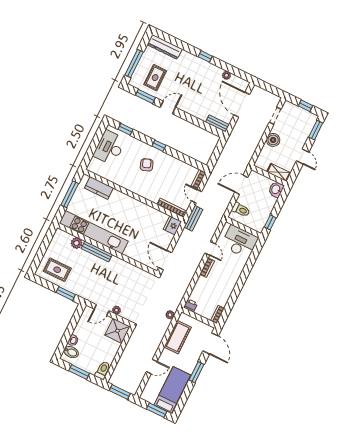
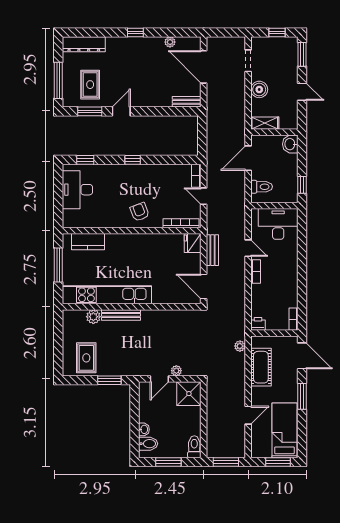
armchair: (147, 165) -> (140, 212), moved
shelving: (279, 172) -> (265, 123), moved
bench: (193, 218) -> (212, 250), moved
rug: (57, 270) -> (86, 358), turned 90

